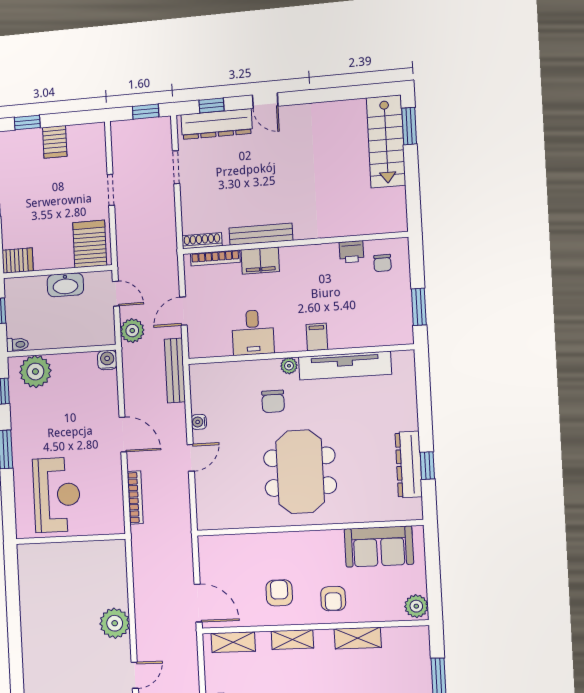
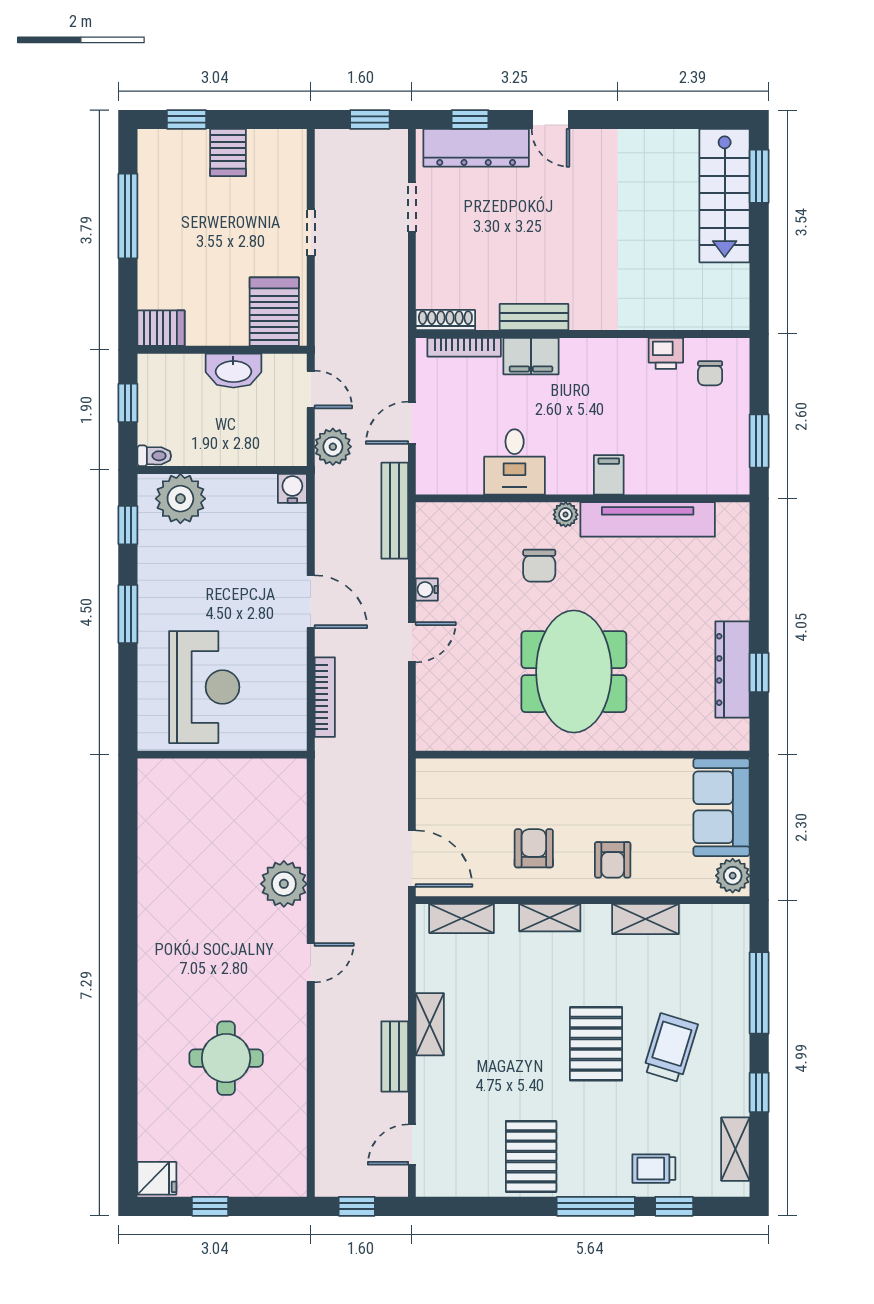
bench: (261, 234) -> (534, 317), width x0.73
sofa: (379, 546) -> (721, 807), moved, turned 90

